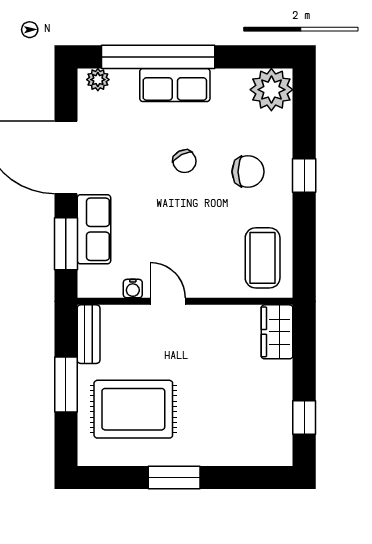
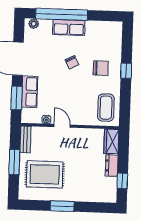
plant: (271, 90) -> (113, 31), removed
dresser: (280, 385) -> (112, 166), added

